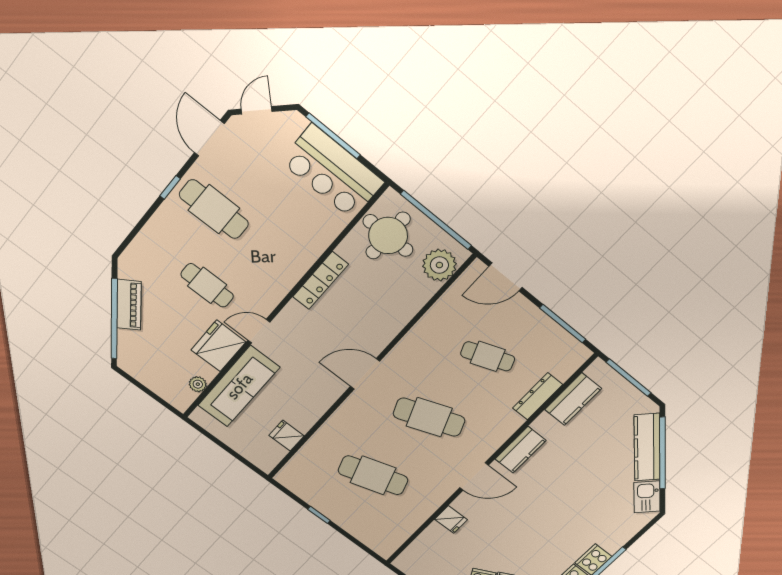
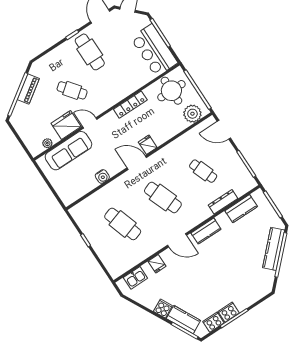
cafe table: (207, 285) -> (72, 90), turned -38
water cooler: (312, 412) -> (102, 176), added
fridge: (287, 436) -> (148, 145), moved
kitchen sink: (647, 497) -> (135, 278), moved, turned -135

